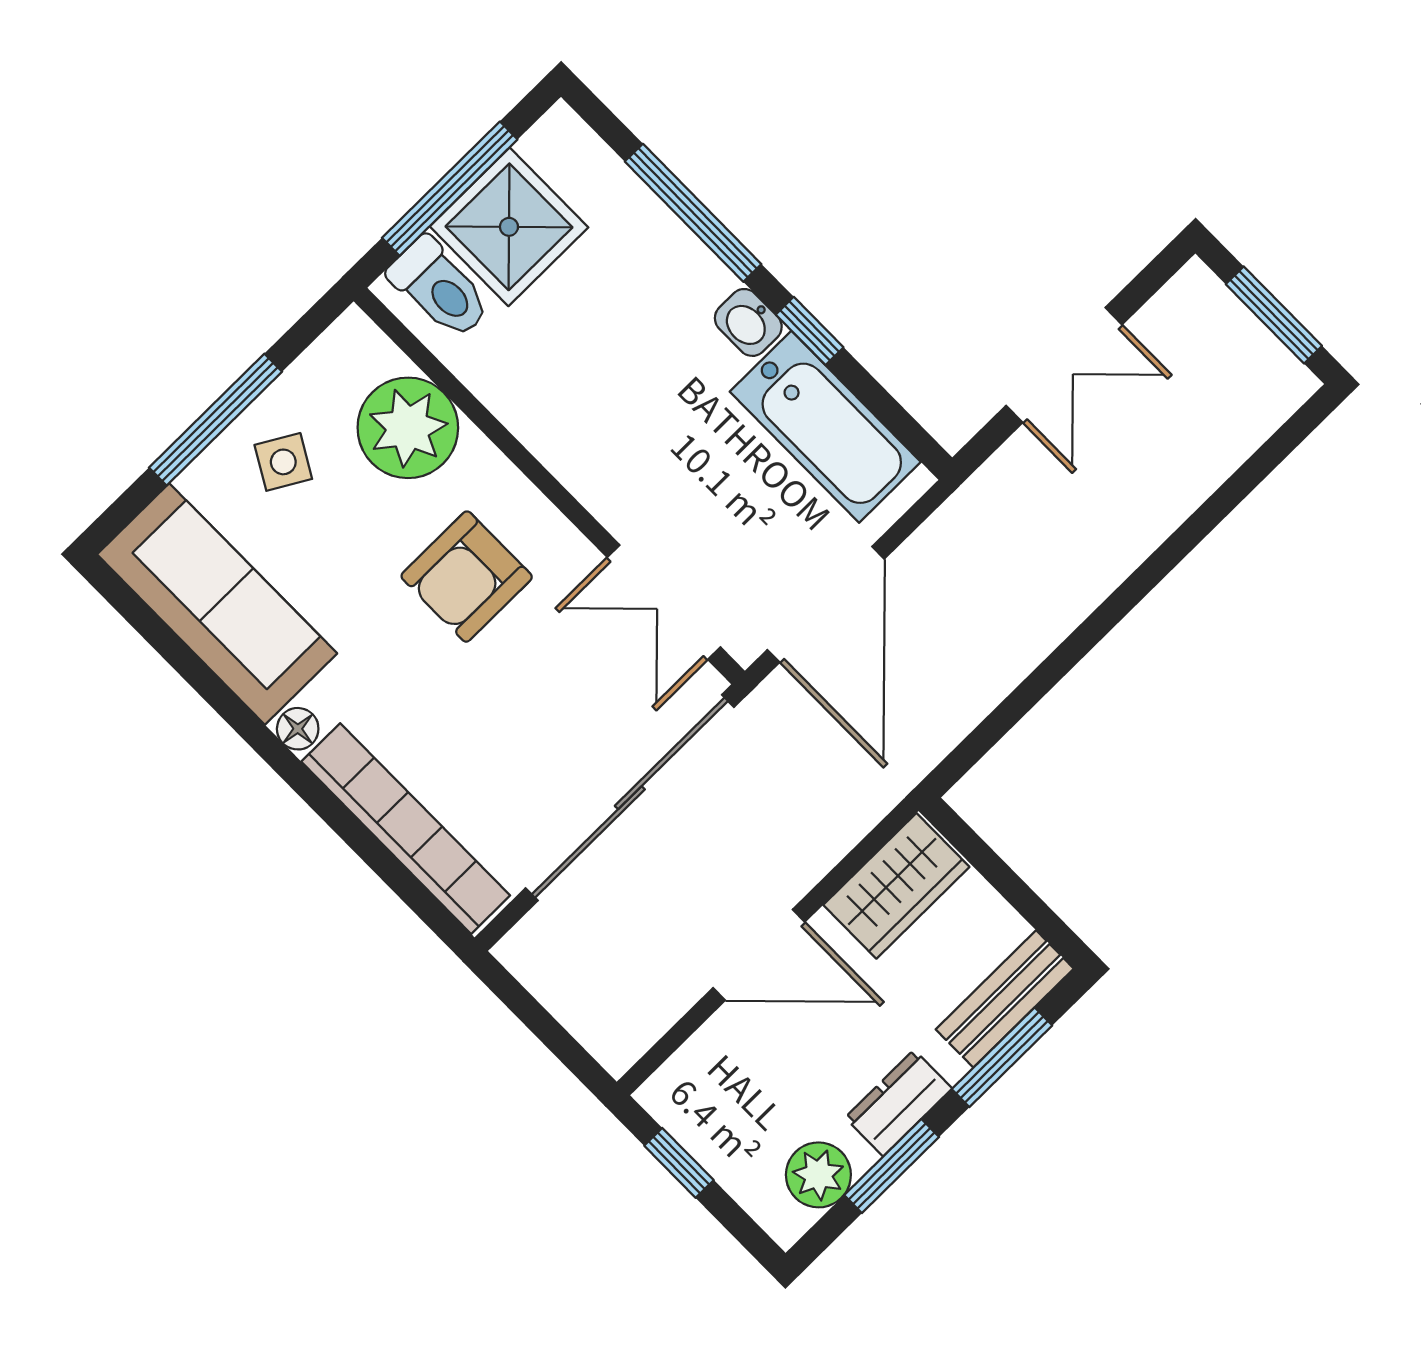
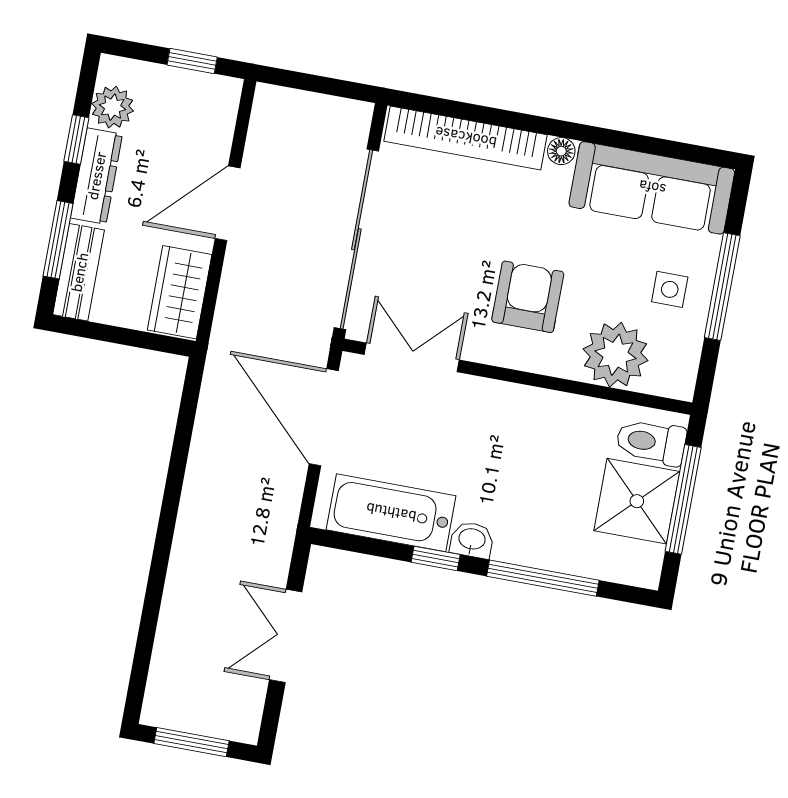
side table: (283, 462) -> (670, 289), turned -30
dresser: (899, 1103) -> (96, 176), width x1.44
window: (892, 1166) -> (76, 140), width x0.67

